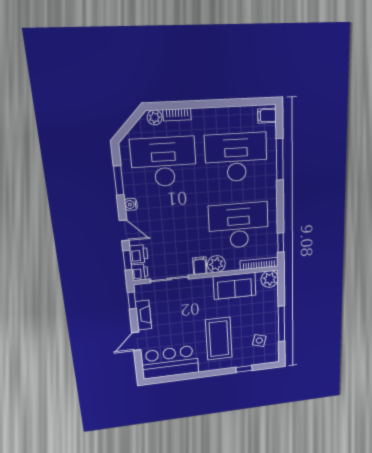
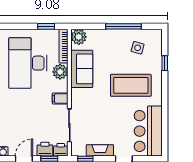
plant: (216, 264) -> (60, 72), moved

